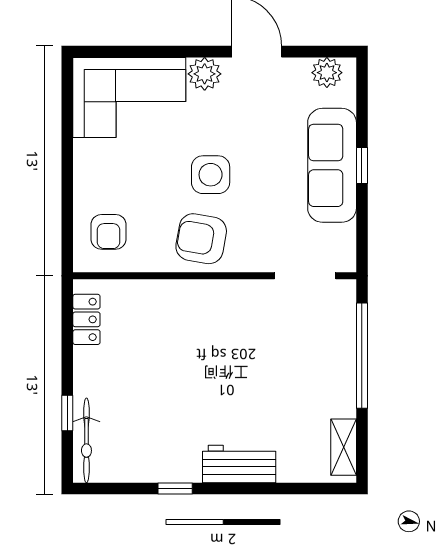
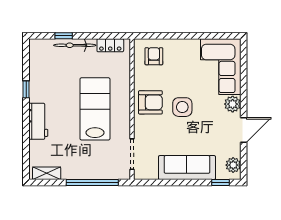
window: (362, 165) -> (221, 182), moved
armchair: (109, 232) -> (154, 56), turned 90
armchair: (201, 239) -> (150, 102), turned 80
lab bench: (214, 350) -> (95, 109), added
bicycle: (86, 440) -> (75, 45), moved

